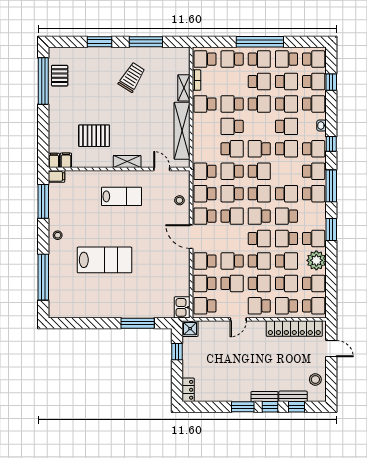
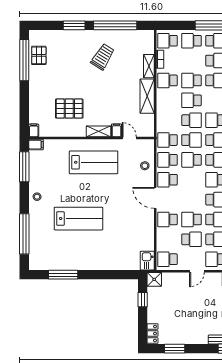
window: (146, 42) -> (115, 25), width x1.46
shelving: (182, 131) -> (147, 96), width x0.68
filing cabinet: (66, 160) -> (116, 130), moved
school desk: (232, 171) -> (191, 140), turned 180
lab bench: (121, 196) -> (94, 162), width x1.36, depth x1.39
school desk: (232, 216) -> (191, 180), removed
school desk: (205, 283) -> (167, 239), removed
window: (138, 323) -> (63, 275), moved
window: (243, 407) -> (175, 349), moved

